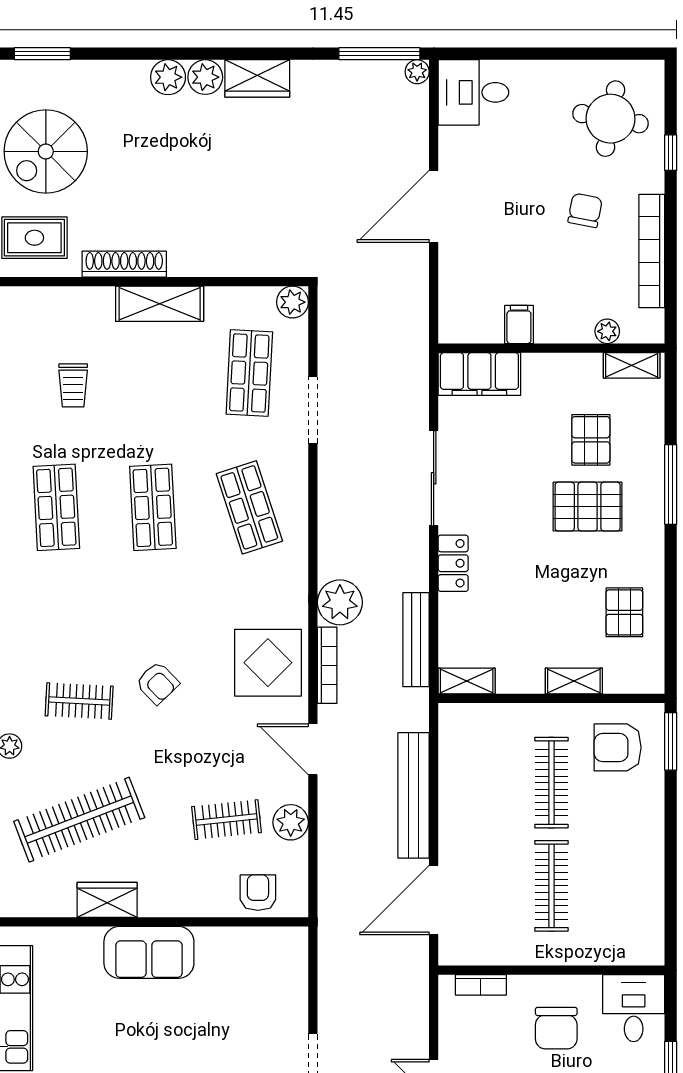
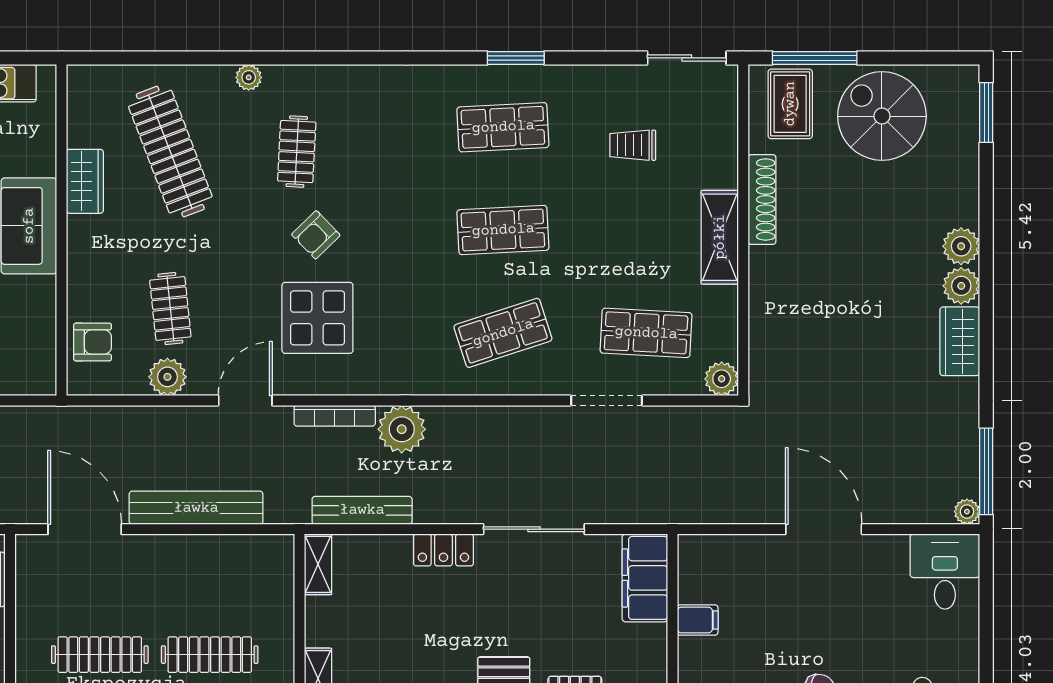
display table: (268, 663) -> (317, 318), moved

